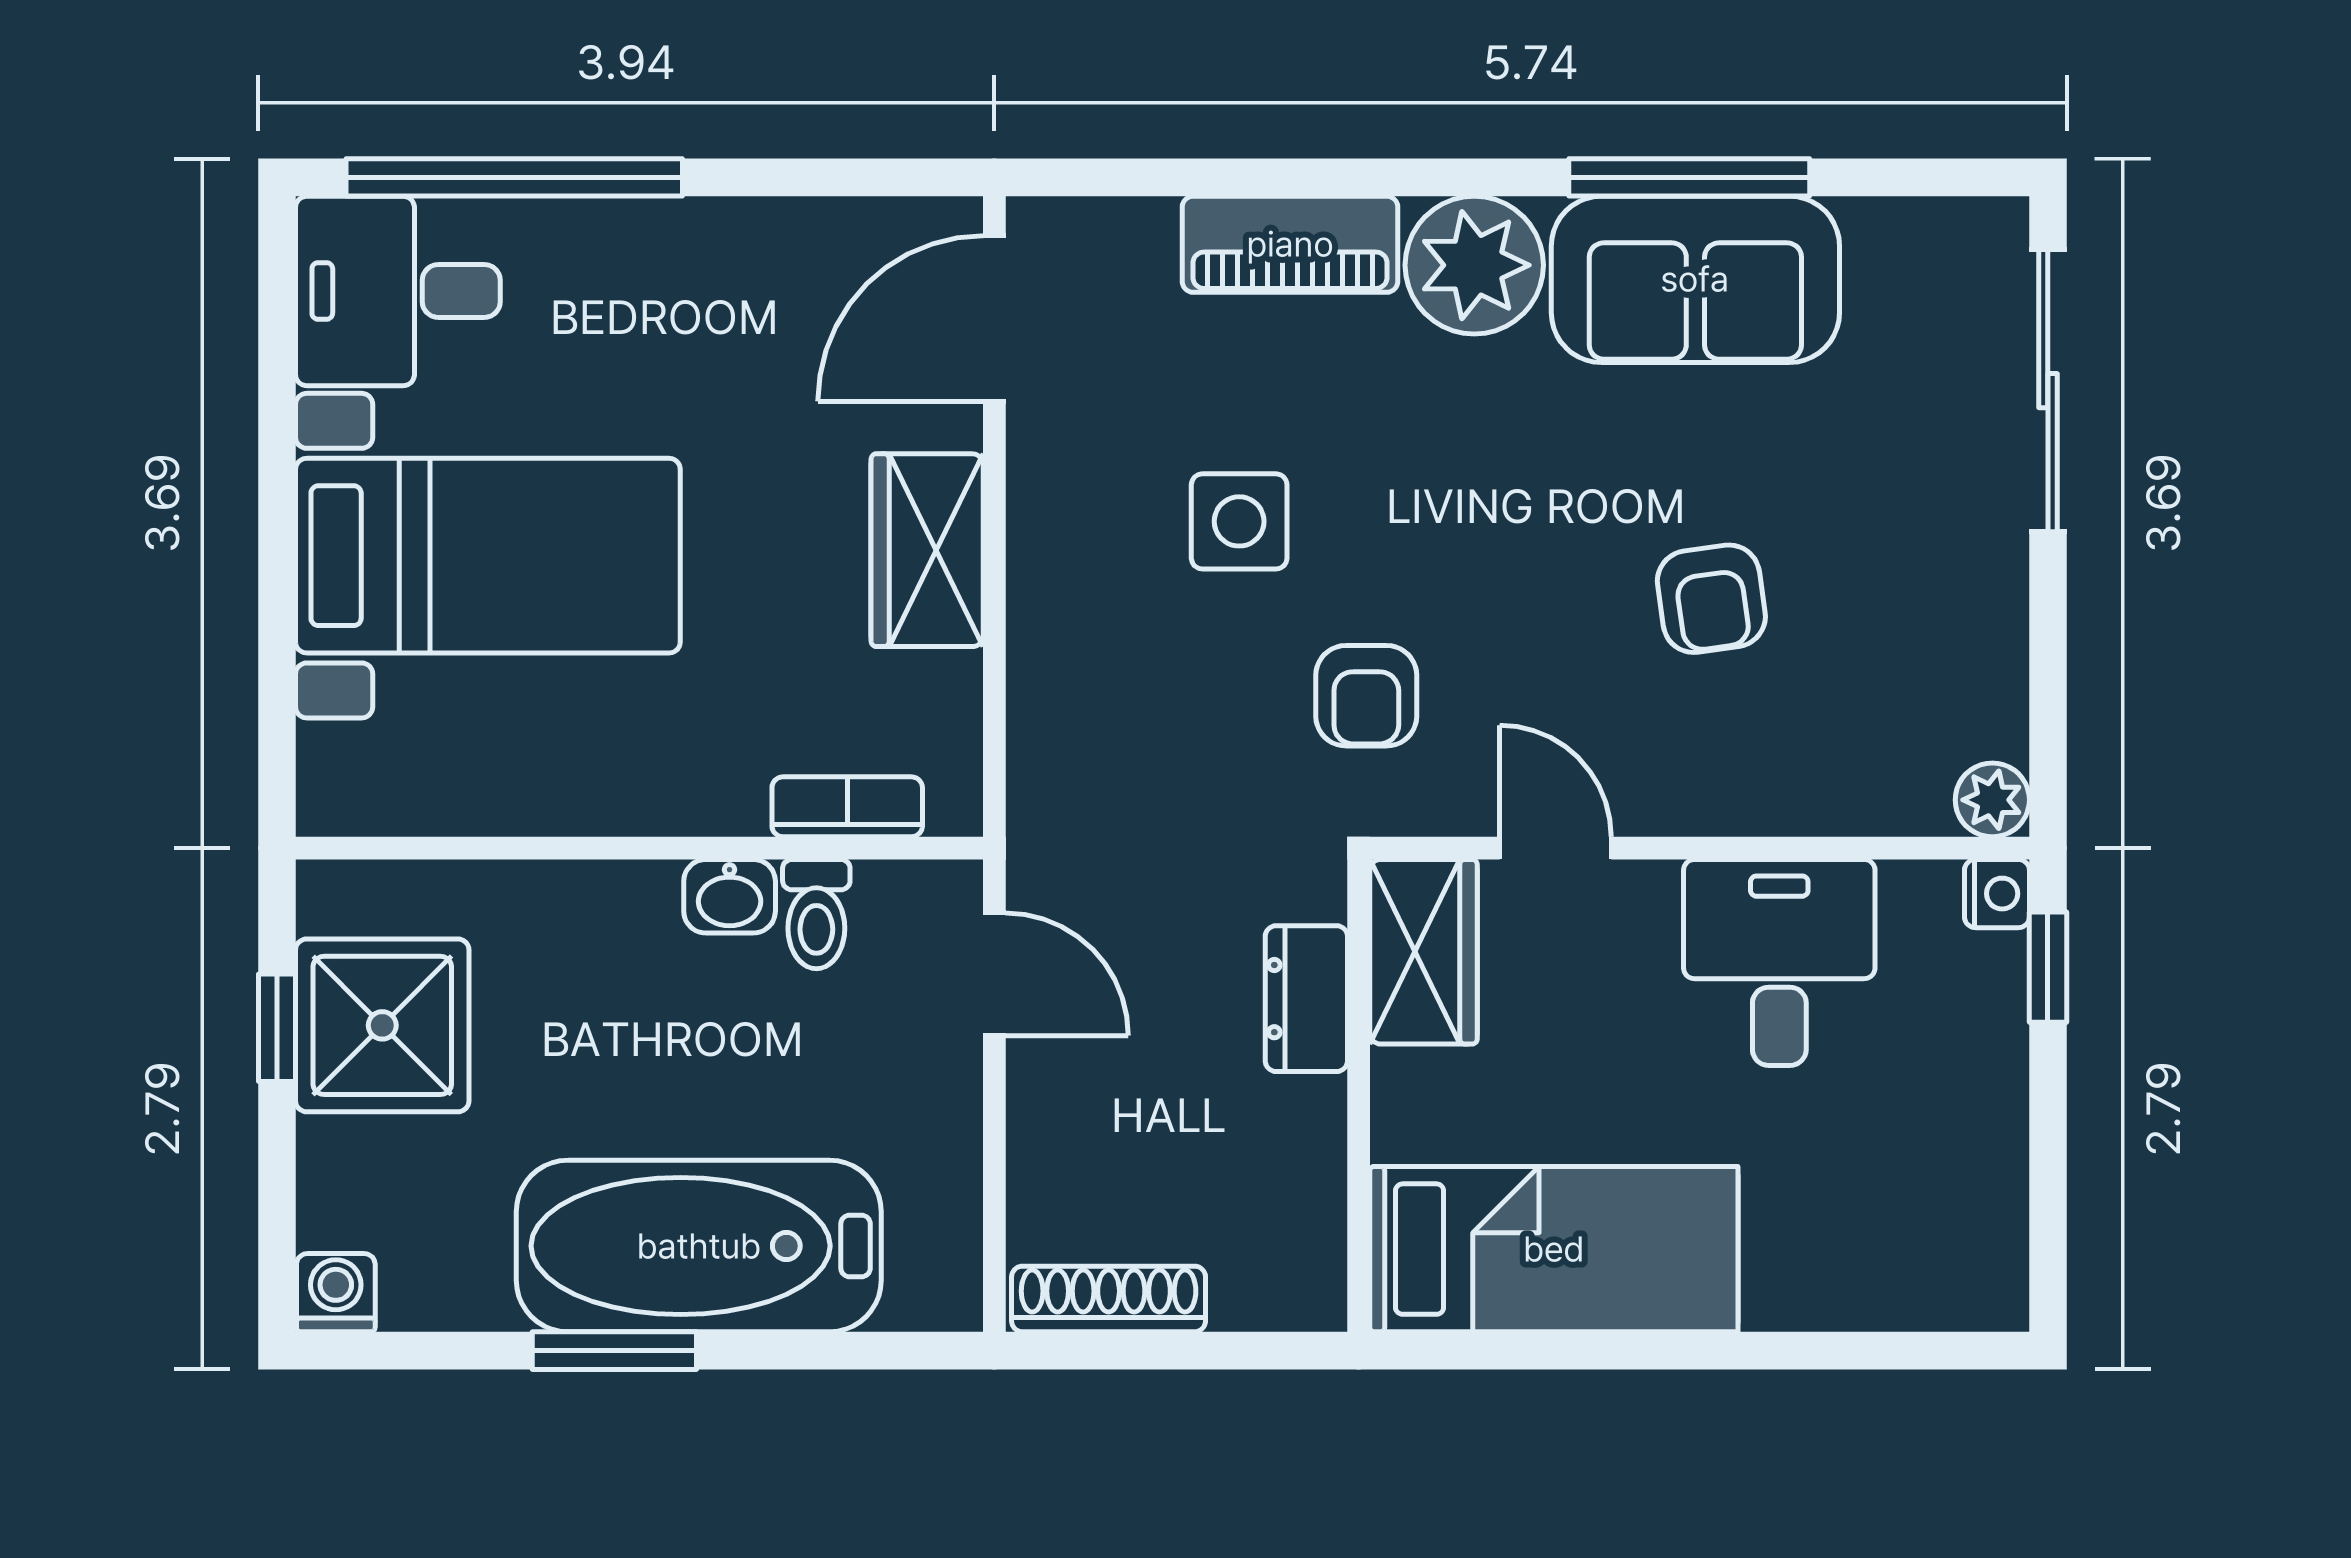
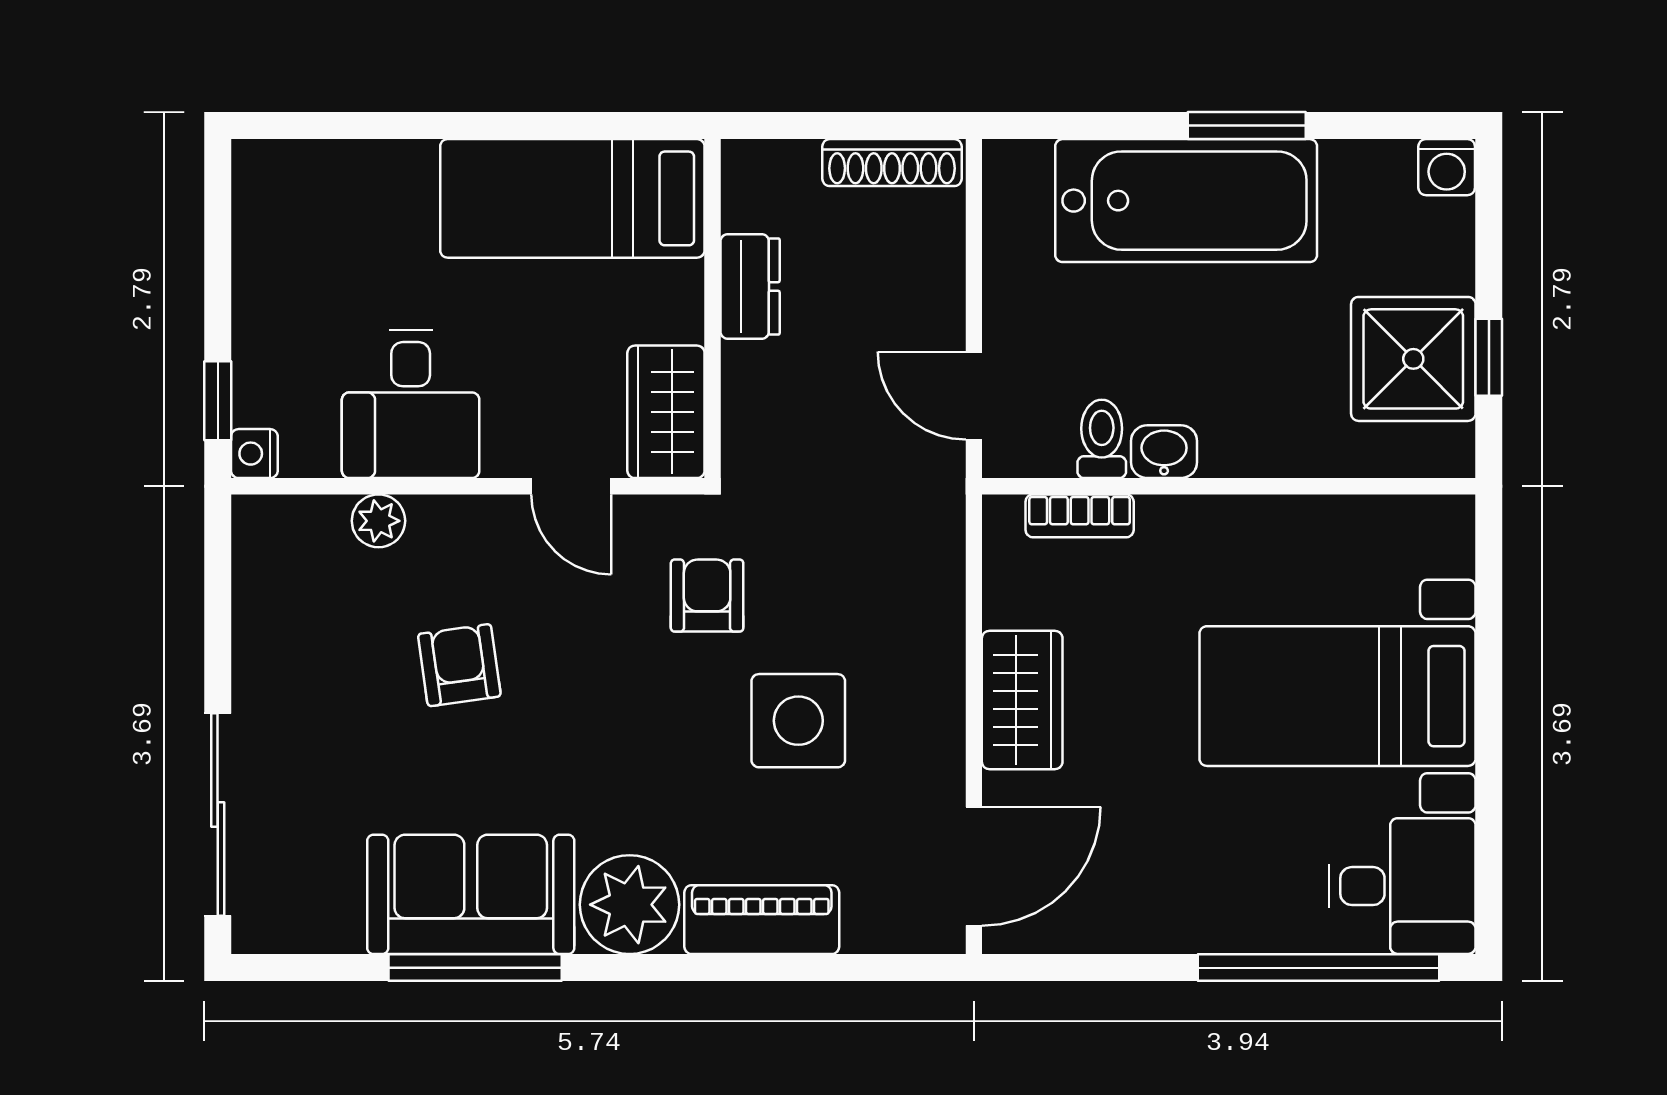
side table: (1239, 521) -> (798, 721), width x1.37, depth x1.37
plant: (1992, 800) -> (378, 521), moved
dresser: (1306, 999) -> (750, 286), moved

